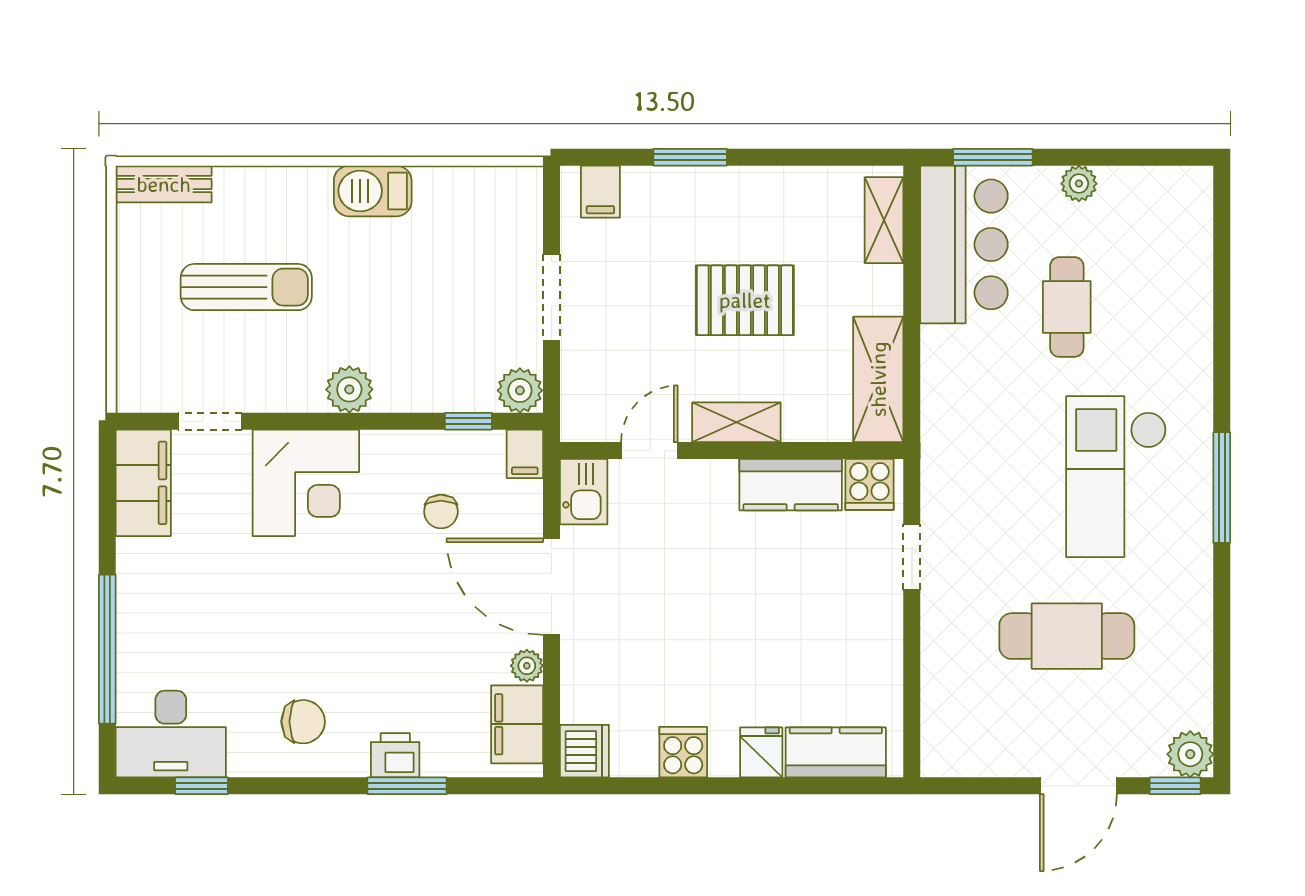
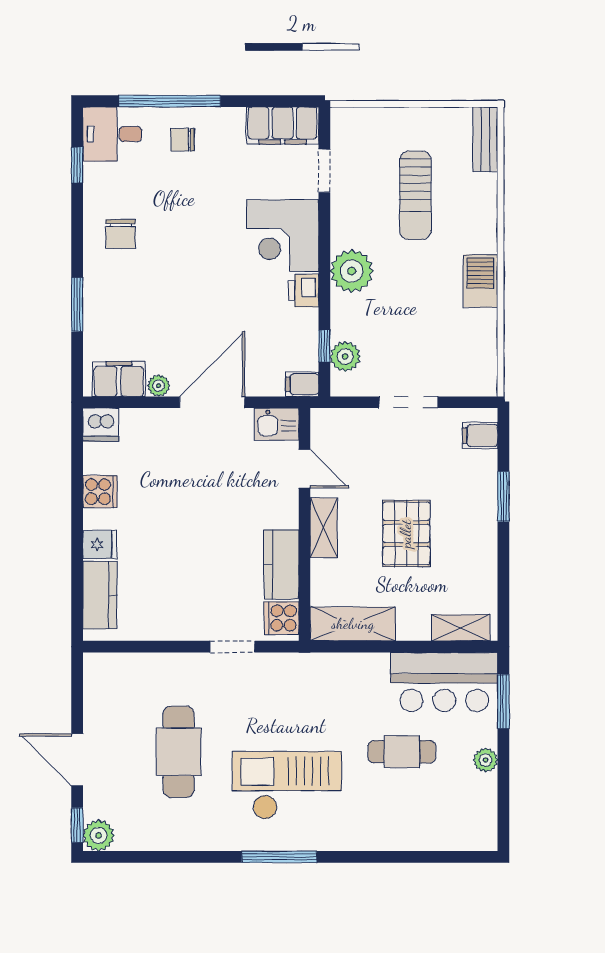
plant: (349, 389) -> (352, 271), width x1.36, depth x1.36
plant: (520, 390) -> (345, 356), moved
chair: (441, 512) -> (183, 140), moved
desk: (171, 734) -> (112, 134), width x0.73
printer: (395, 755) -> (304, 291), moved, turned 180

